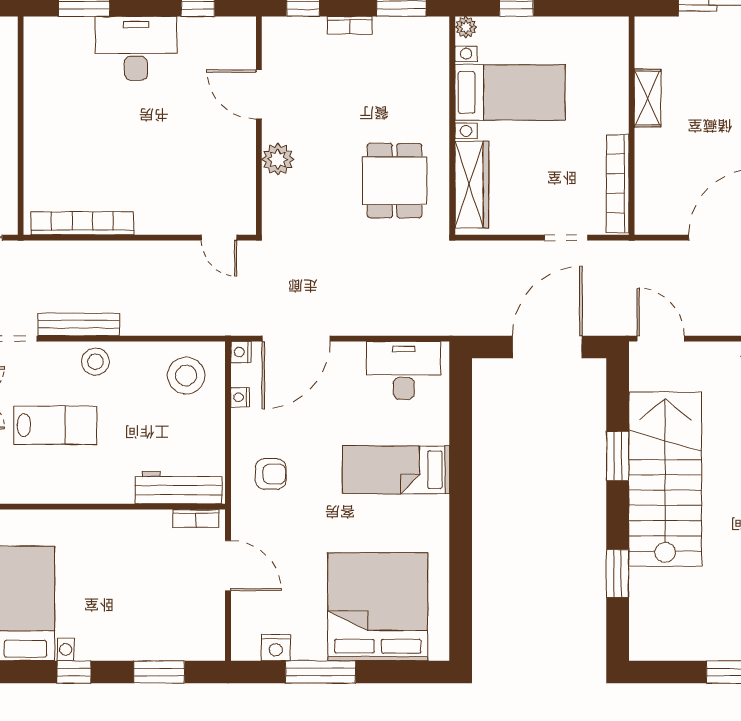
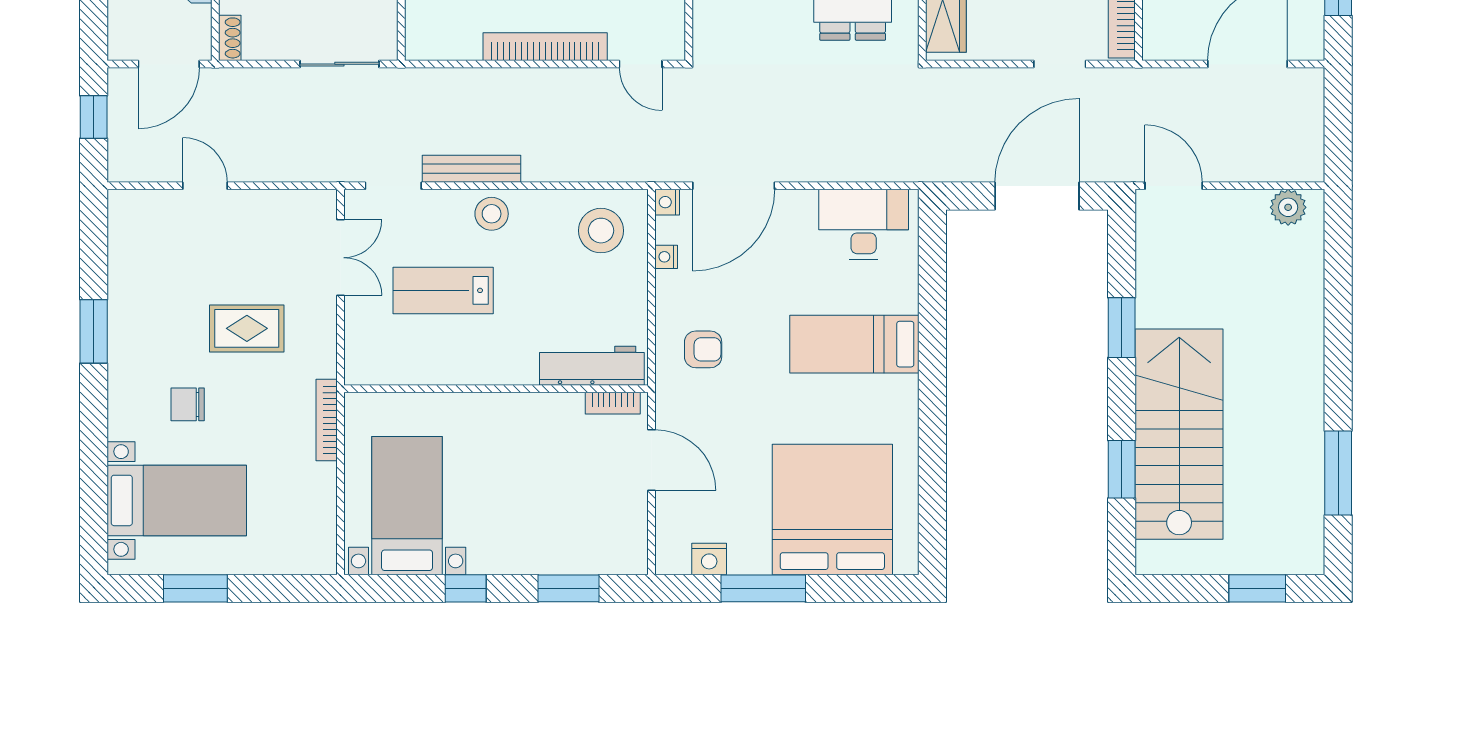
bookcase: (83, 223) -> (545, 47), moved
lab bench: (55, 425) -> (443, 290), turned 180
stairs: (665, 479) -> (1179, 434), moved

